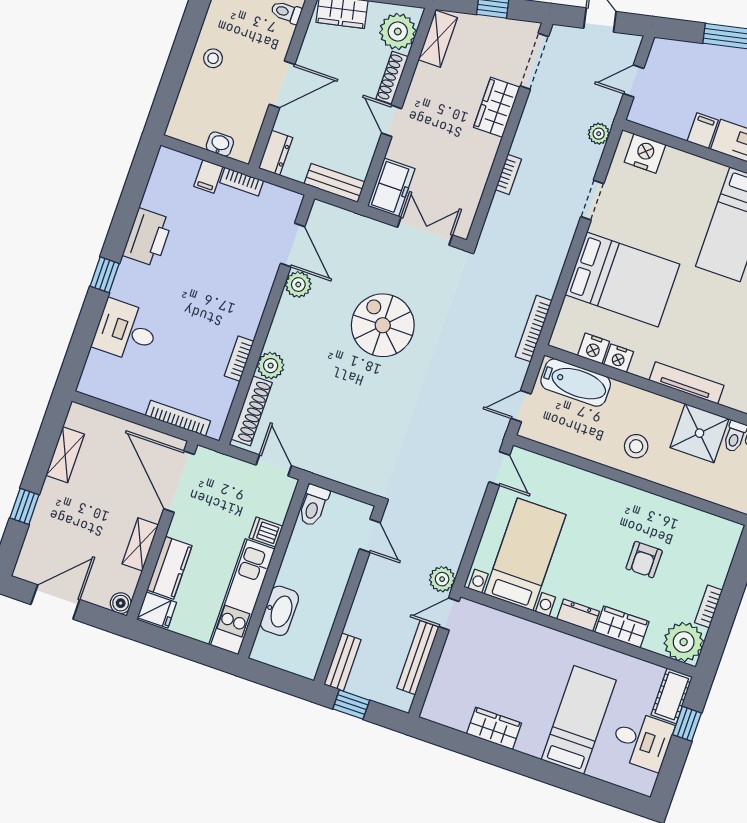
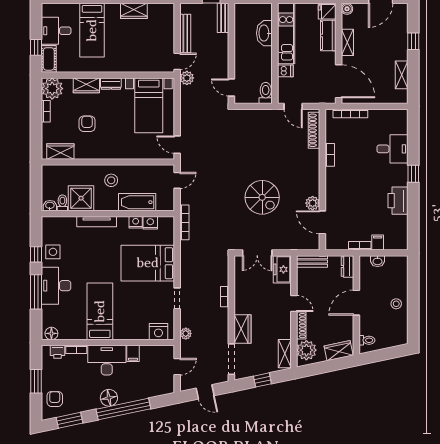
plant: (271, 366) -> (312, 157), removed
bathtub: (576, 383) -> (137, 202), moved
wardrobe: (707, 527) -> (60, 151), added

